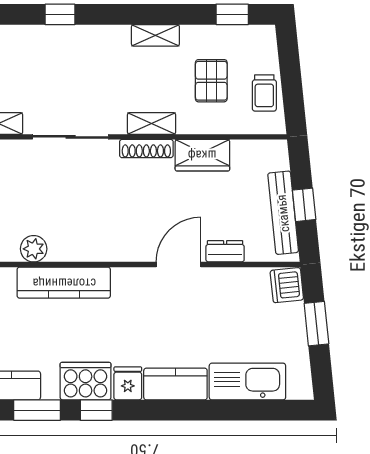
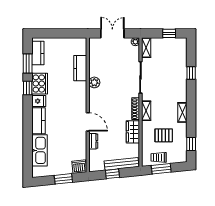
window: (292, 87) -> (161, 169), added
bench: (283, 213) -> (122, 164), moved
plant: (34, 249) -> (94, 82), moved
kitchen counter: (64, 283) -> (80, 68), width x0.67

